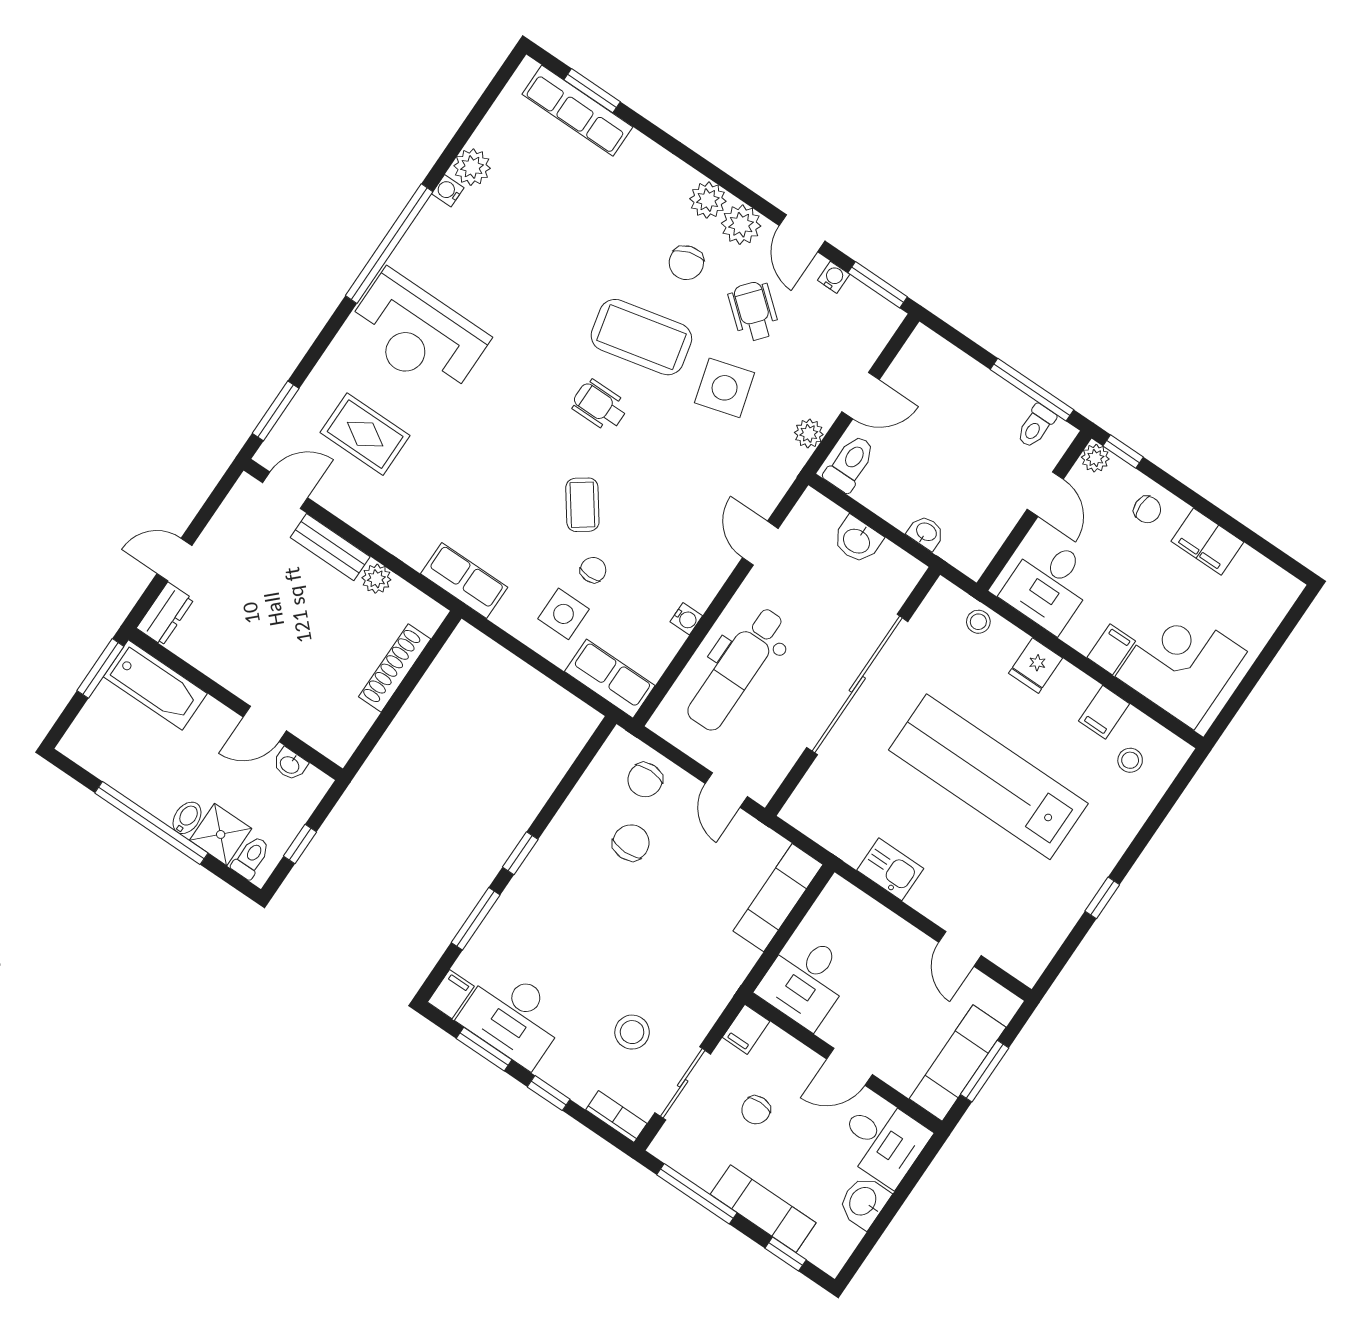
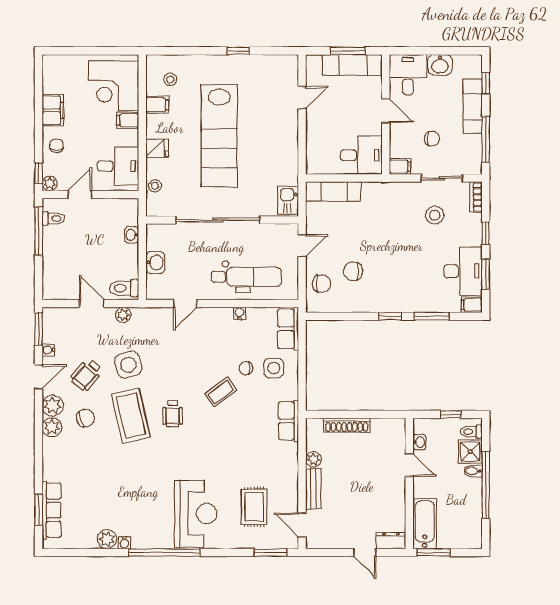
kitchen sink: (890, 869) -> (288, 200), moved

